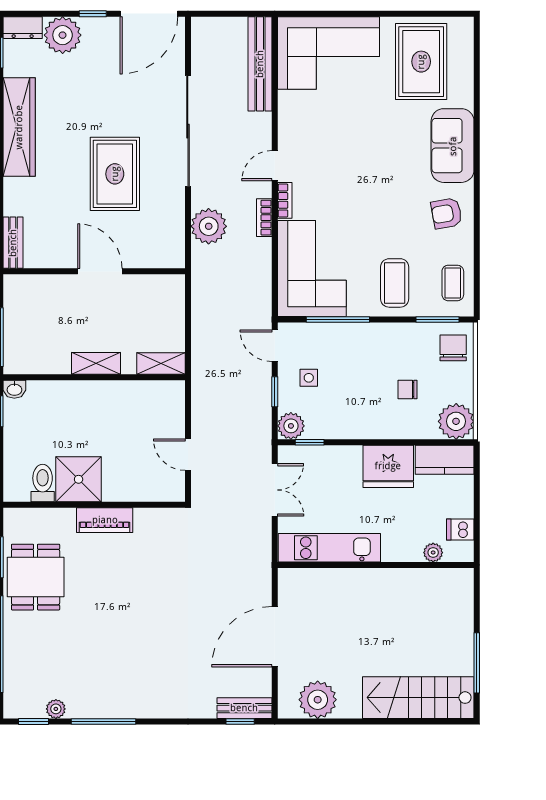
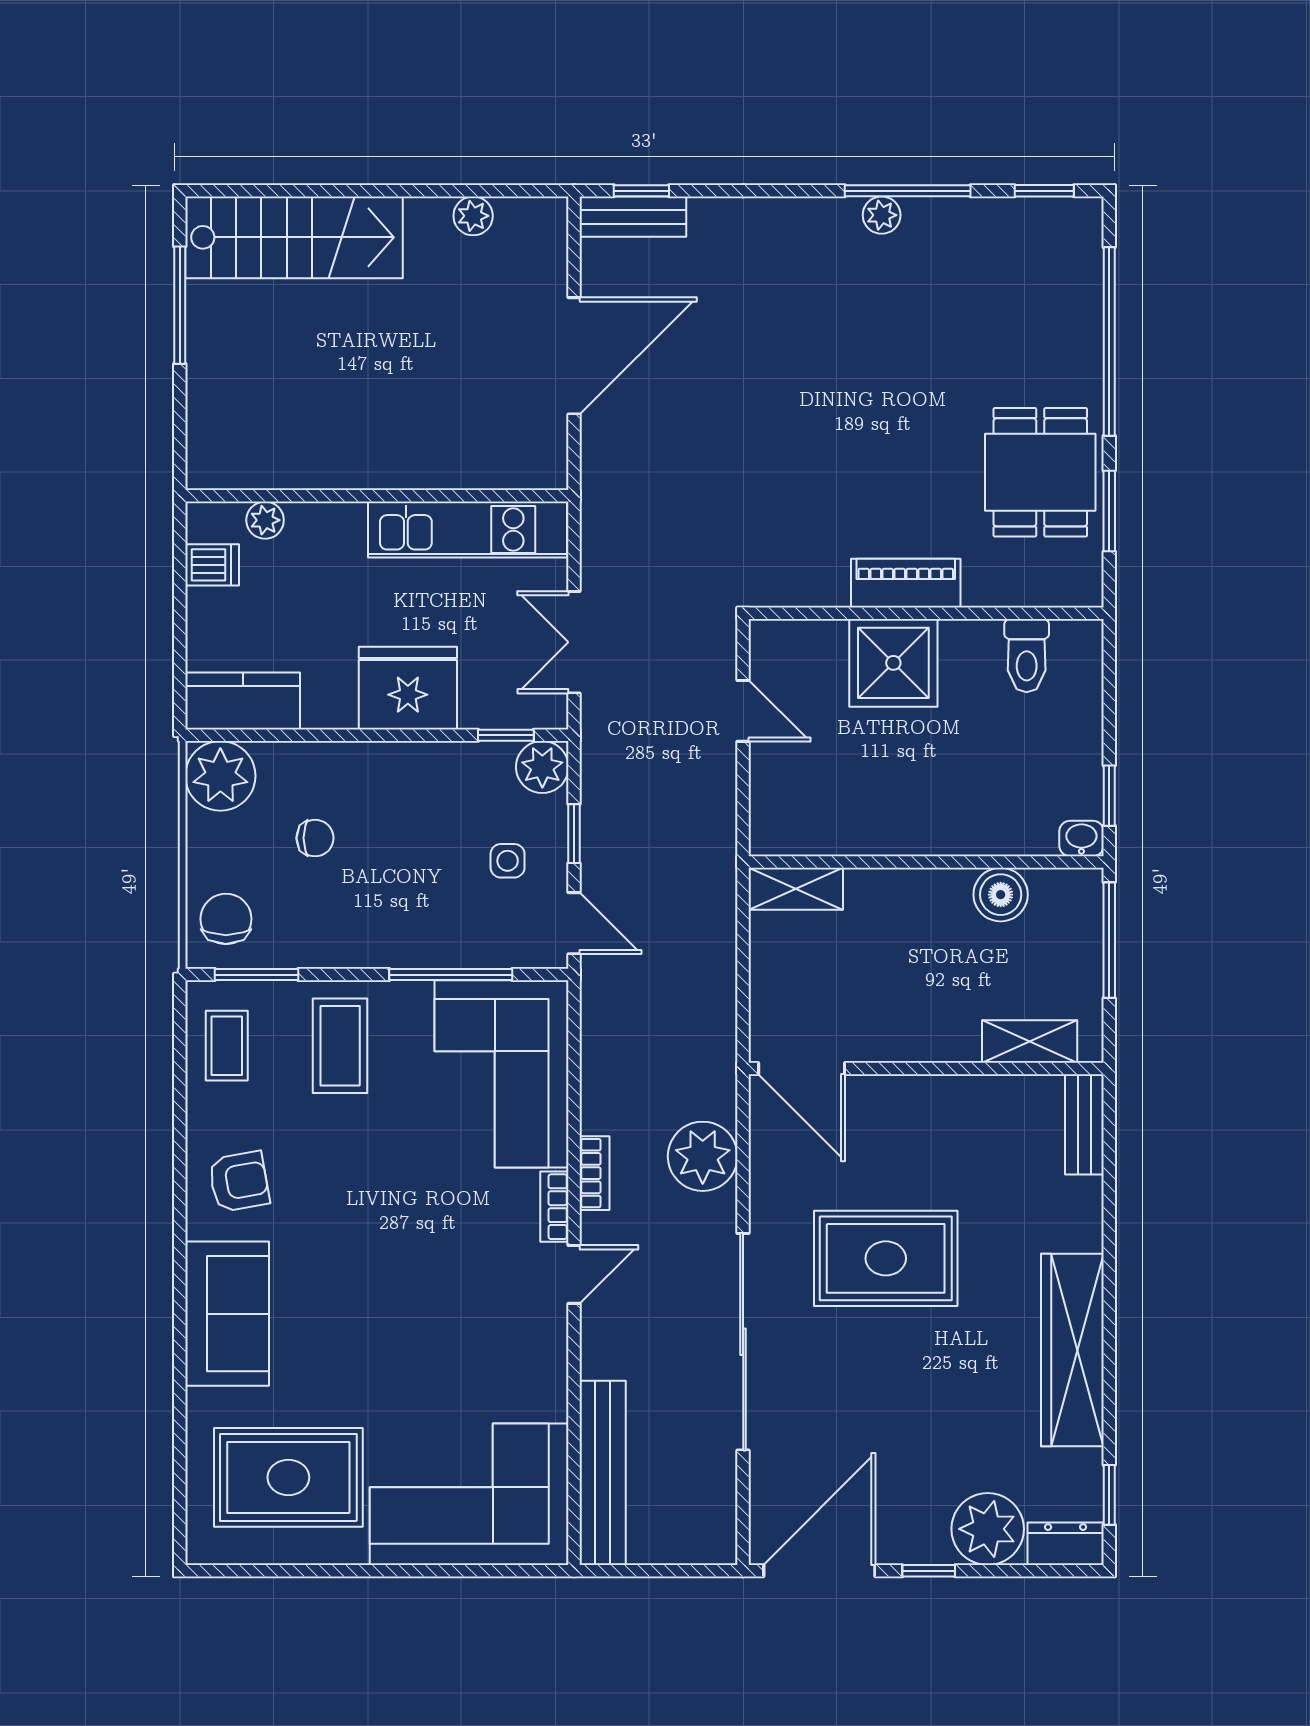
rug: (421, 62) -> (288, 1477), turned 90
rug: (115, 174) -> (886, 1258), turned 90
door: (100, 271) -> (802, 1068), moved
chair: (453, 348) -> (226, 919), turned 180
boiler: (56, 360) -> (1001, 895), added
shelving: (96, 363) -> (1030, 1041), moved
fridge: (388, 466) -> (408, 688), moved
shower: (79, 479) -> (893, 663), moved
plant: (318, 700) -> (473, 216), width x0.53, depth x0.53
plant: (56, 709) -> (882, 215), moved

